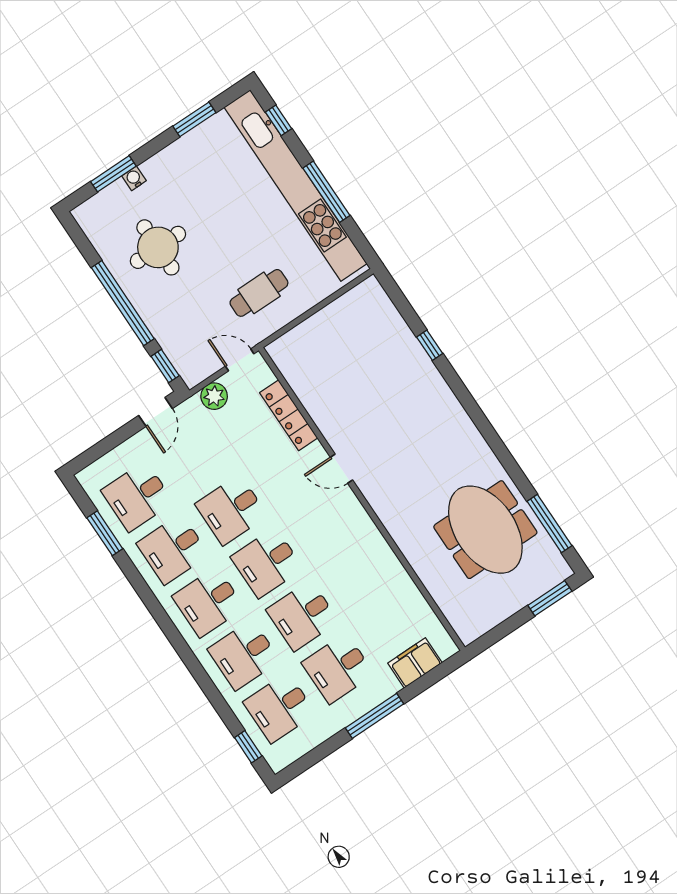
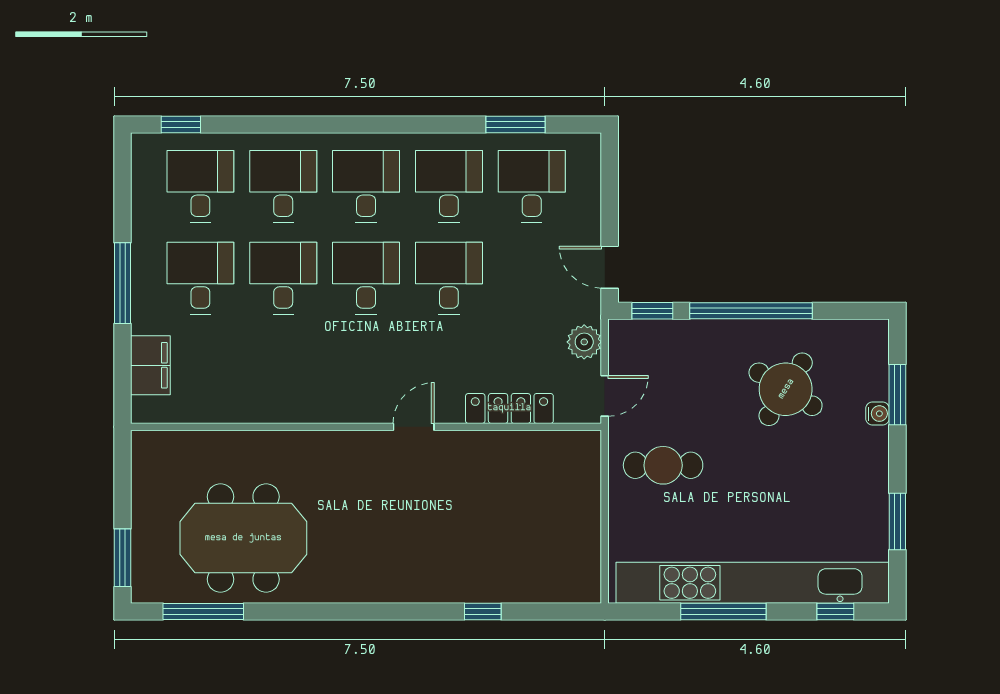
round table: (158, 247) -> (786, 389), turned 32
cafe table: (259, 293) -> (663, 465), turned 90

